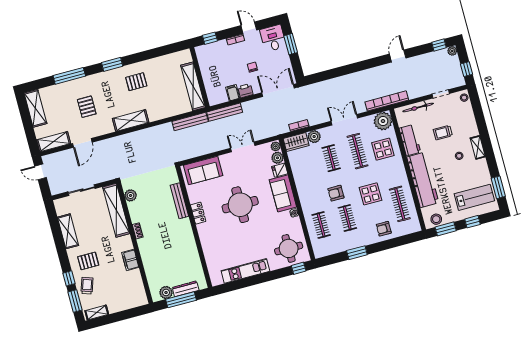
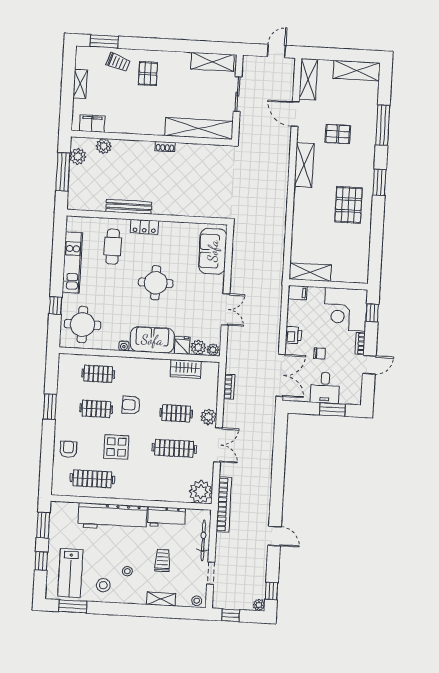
desk: (273, 38) -> (325, 388), moved, turned 90
corner desk: (214, 59) -> (345, 309), added
pallet: (136, 82) -> (349, 205), width x1.50, depth x1.42
shelving: (193, 86) -> (310, 272), width x0.68
filing cabinet: (233, 93) -> (297, 293), moved
bench: (225, 112) -> (276, 301), removed
shelving: (131, 120) -> (304, 165), moved
bench: (190, 121) -> (278, 255), removed
plant: (314, 137) -> (209, 417), moved
wardrobe: (296, 142) -> (186, 369), moved, turned -90
shelving: (478, 147) -> (161, 599), moved
display table: (383, 149) -> (166, 480), removed
armchair: (336, 193) -> (131, 405), turned -90
plant: (131, 195) -> (104, 146), moved
bench: (179, 201) -> (129, 207), moved
round table: (240, 205) -> (156, 283), width x0.73, depth x0.73
locker: (198, 213) -> (144, 227), moved
stool: (436, 219) -> (103, 585), moved
shelving: (68, 231) -> (212, 62), moved
cafe table: (224, 245) -> (113, 247), added
filing cabinet: (130, 260) -> (92, 124), moved
window: (299, 268) -> (55, 305), moved
window: (69, 278) -> (134, 43), removed
dresser: (186, 289) -> (75, 182), removed
shelving: (97, 313) -> (80, 84), moved

